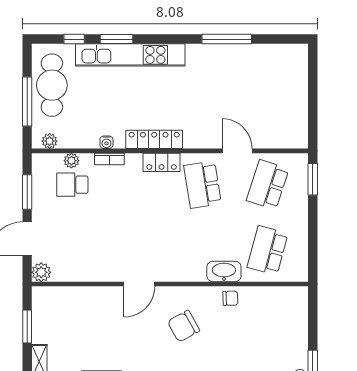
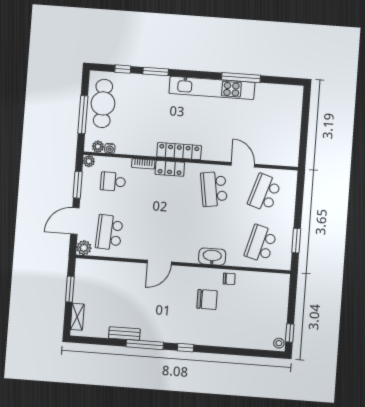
kitchen unit: (130, 55) -> (212, 88), moved
water cooler: (106, 142) -> (110, 148), moved
plant: (71, 161) -> (89, 161), moved
locker: (162, 162) -> (170, 168), moved
window: (313, 179) -> (296, 241), moved
school desk: (72, 250) -> (109, 232), added
washbasin: (224, 271) -> (212, 257), moved
chair: (184, 326) -> (207, 300), moved, turned -151

